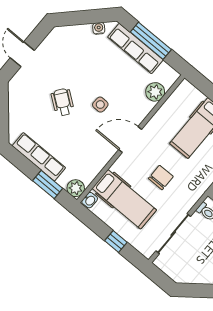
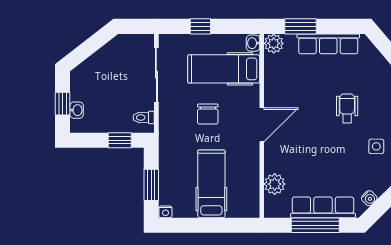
wheelchair: (63, 102) -> (347, 108), turned -127
side table: (100, 105) -> (376, 146), moved

